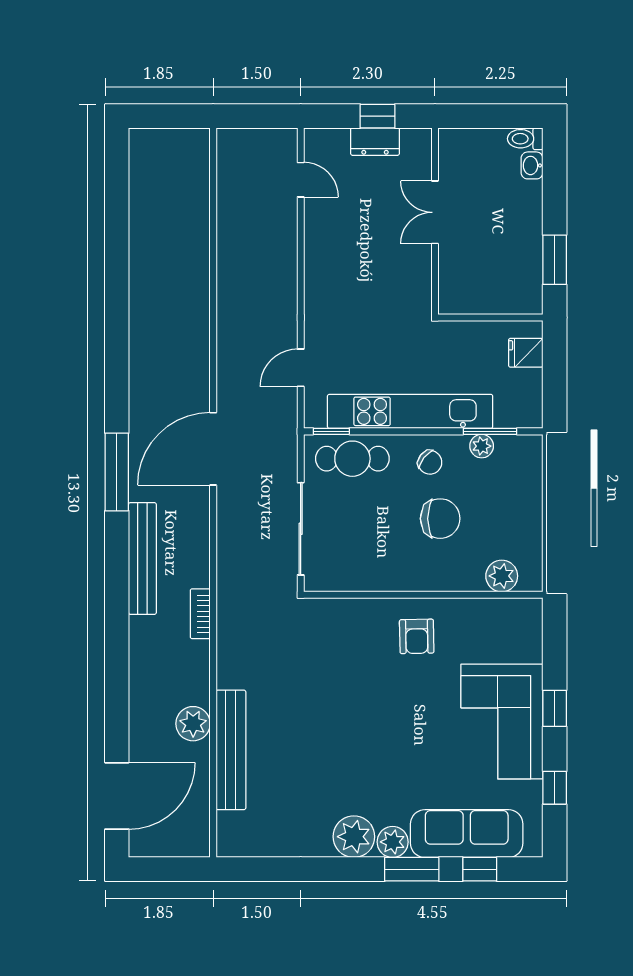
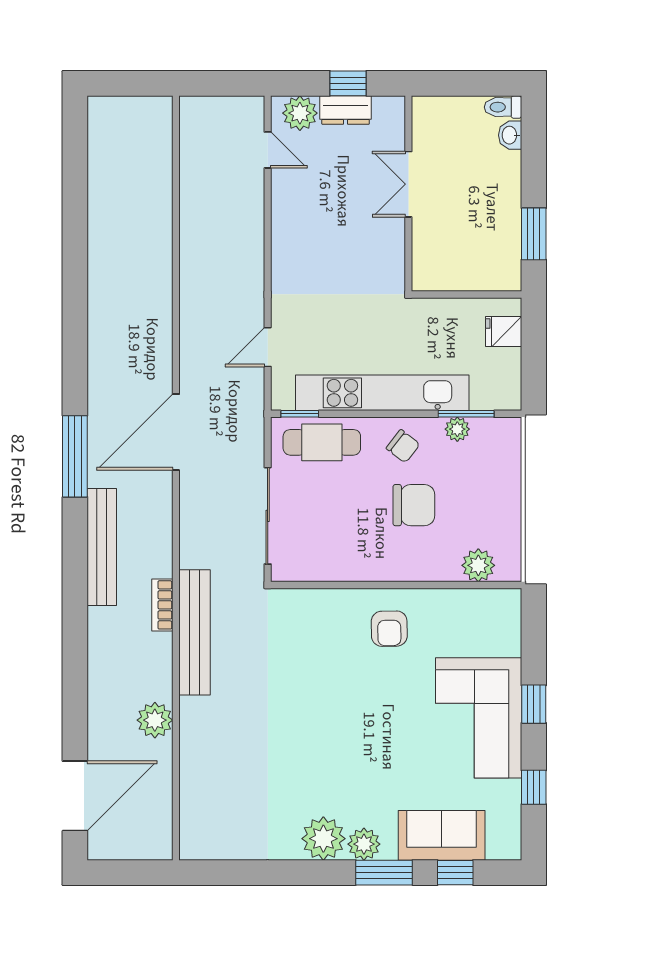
plant: (331, 145) -> (300, 113), added
bench: (231, 750) -> (195, 632), moved
sofa: (467, 834) -> (442, 835), width x0.73

